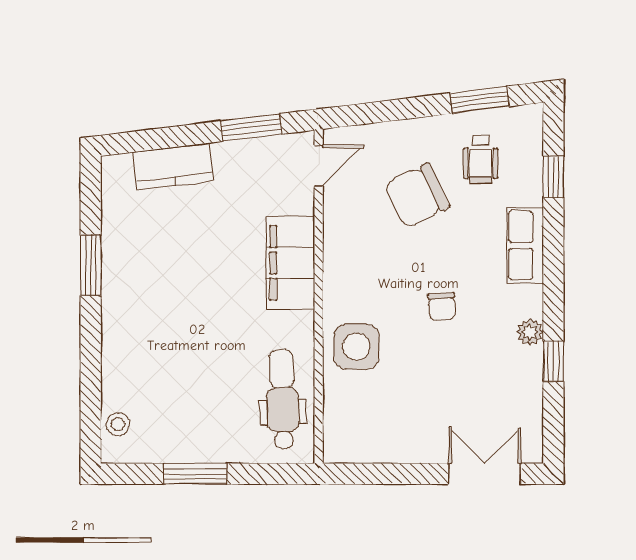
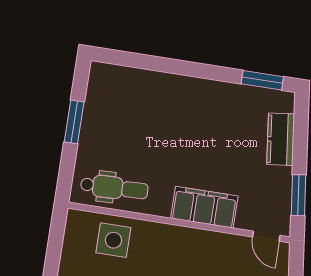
window: (91, 265) -> (262, 80), moved
side table: (356, 347) -> (113, 240), moved
stool: (118, 424) -> (115, 76), removed

